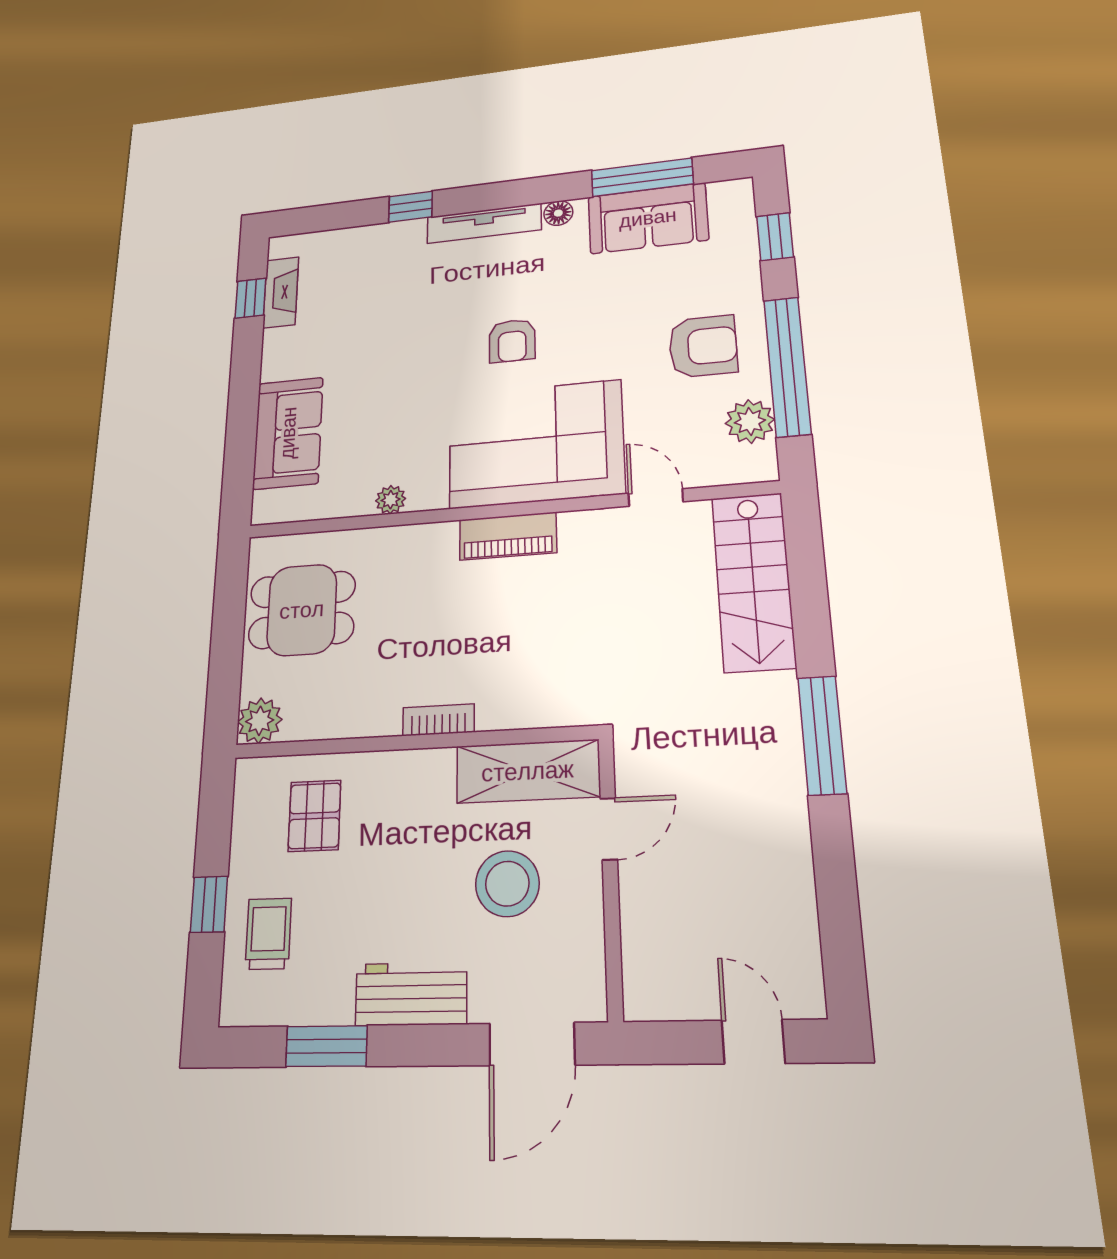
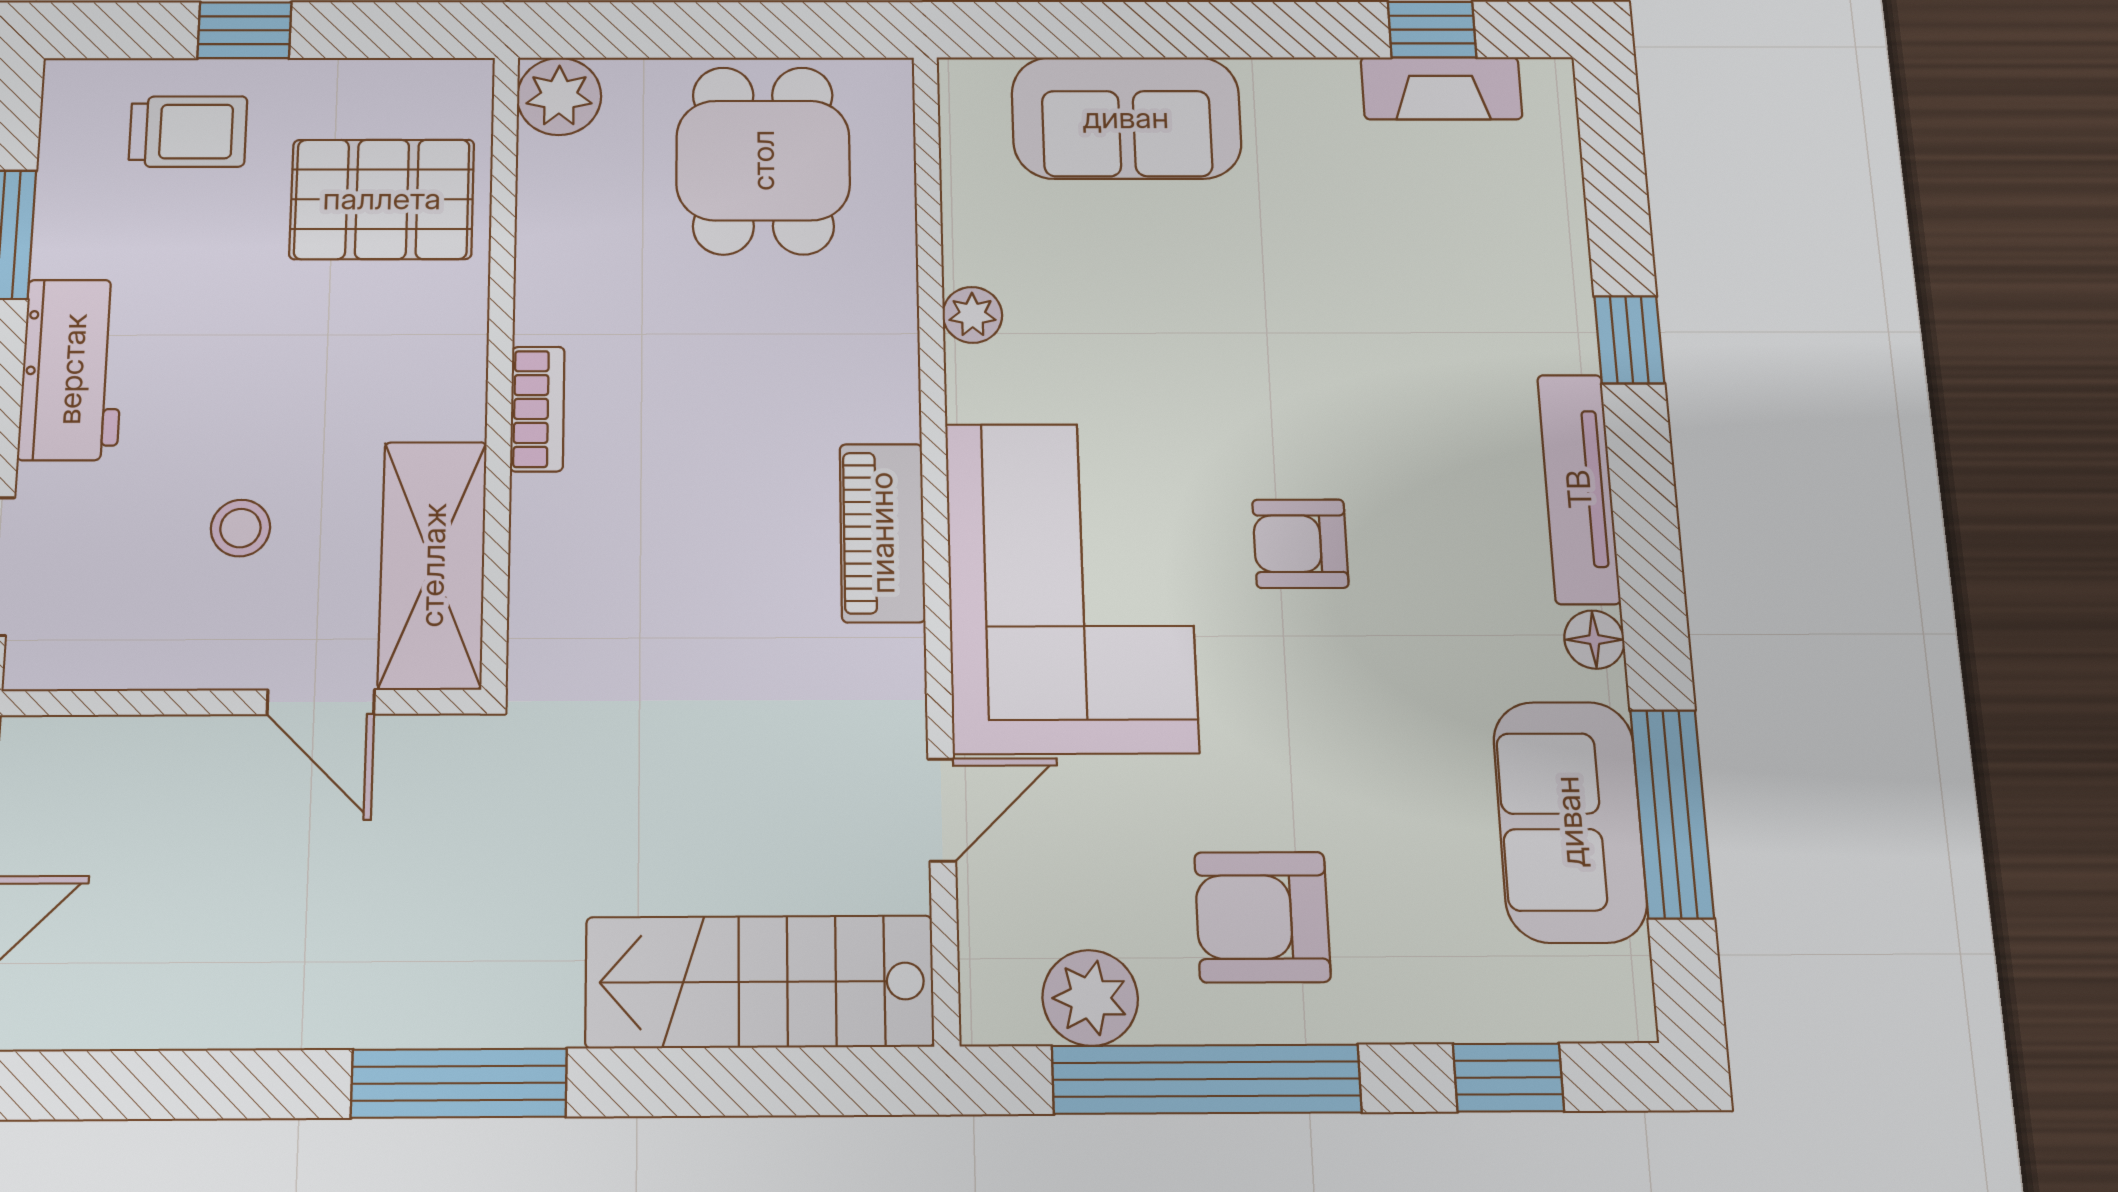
armchair: (703, 346) -> (1262, 917), turned 90
pallet: (314, 816) -> (382, 199), width x1.50, depth x1.42
stool: (507, 884) -> (240, 528), width x0.53, depth x0.53

